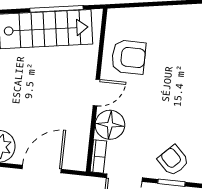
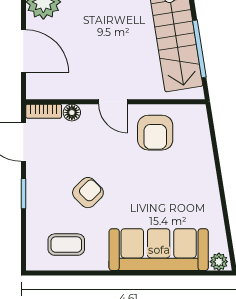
floor lamp: (110, 125) -> (72, 113), width x0.53, depth x0.53
armchair: (173, 160) -> (88, 193), moved

